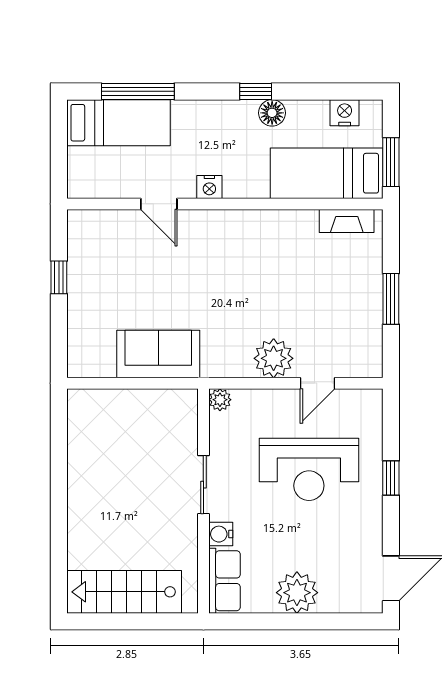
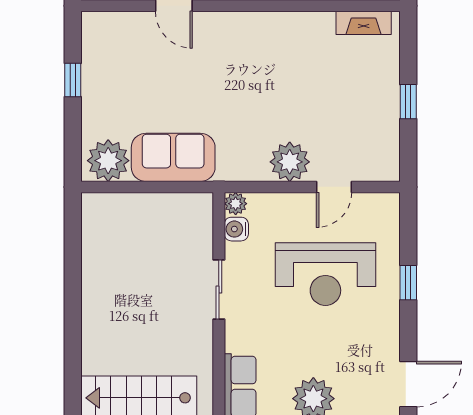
window: (391, 299) -> (408, 102), width x0.67
plant: (94, 357) -> (108, 161), added
water cooler: (221, 534) -> (236, 229), moved

